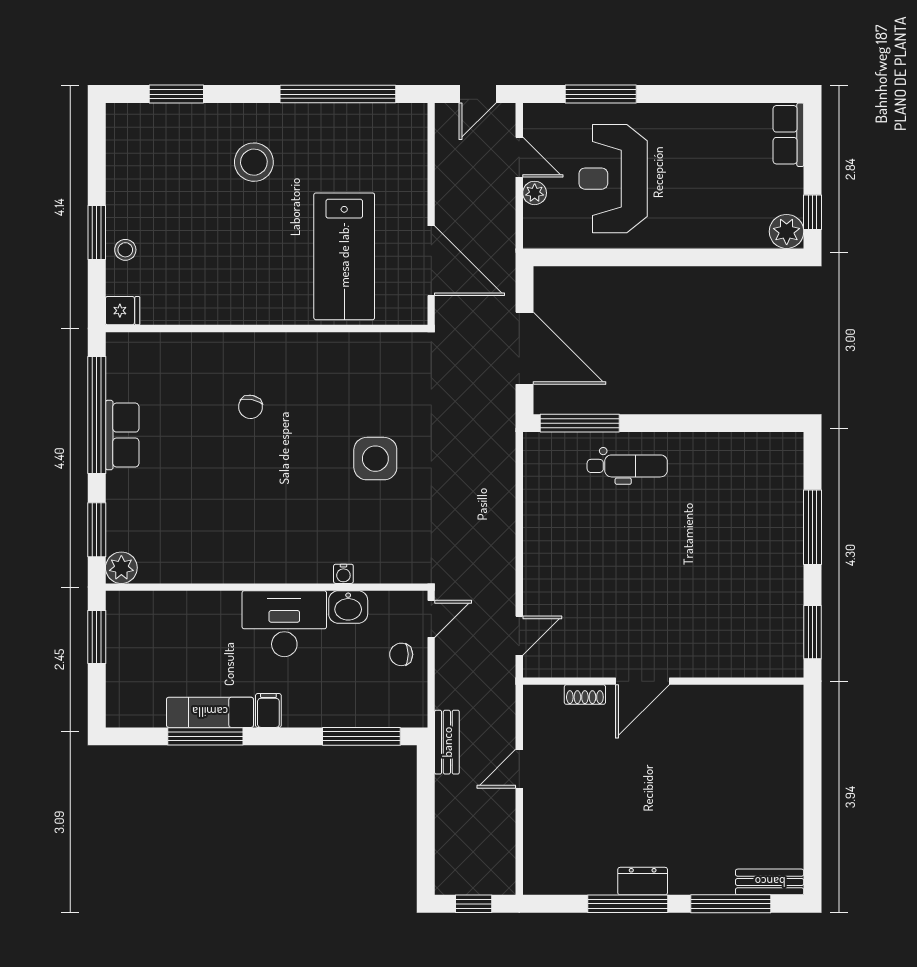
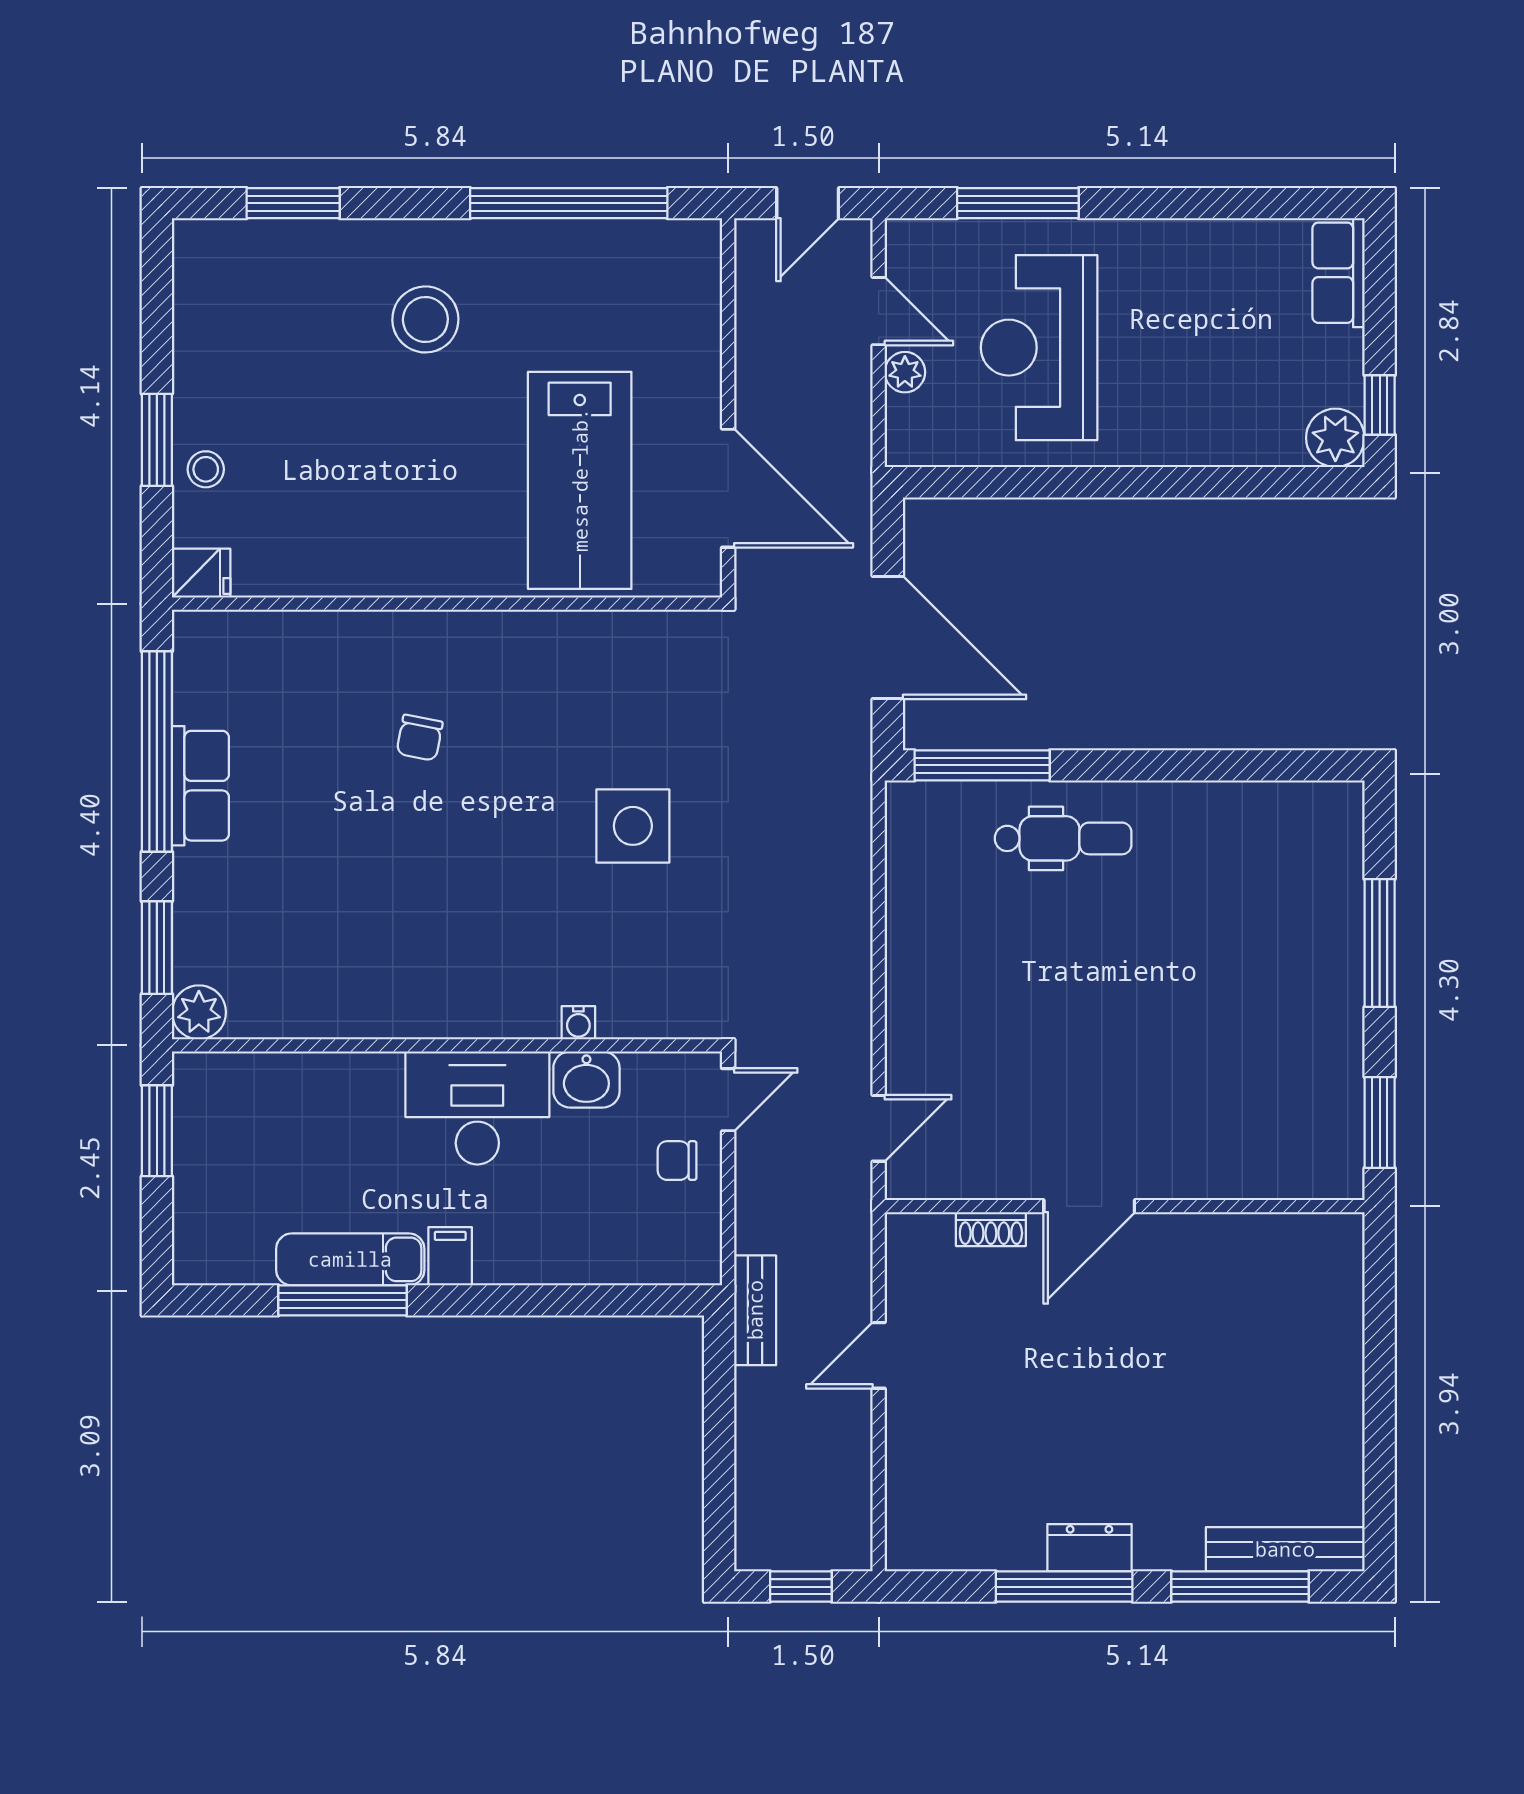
window: (361, 736) -> (609, 1300), removed
bench: (770, 882) -> (1285, 1549), width x1.36

